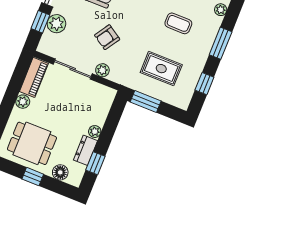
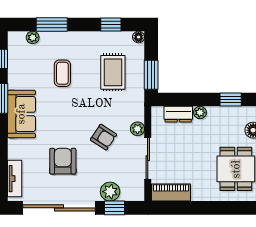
window: (221, 43) -> (52, 24), moved
plant: (23, 102) -> (199, 194), removed
floor lamp: (183, 104) -> (139, 37), added
dresser: (86, 150) -> (178, 114), moved

